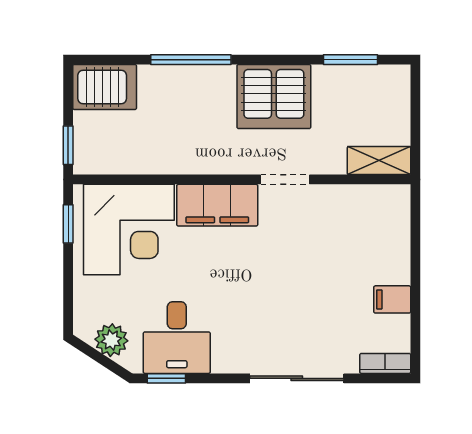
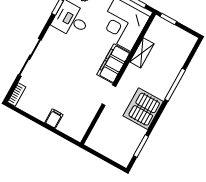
server rack: (105, 87) -> (183, 45), removed
shelving: (379, 161) -> (142, 53), moved
filing cabinet: (392, 299) -> (54, 119), moved

